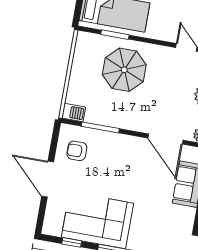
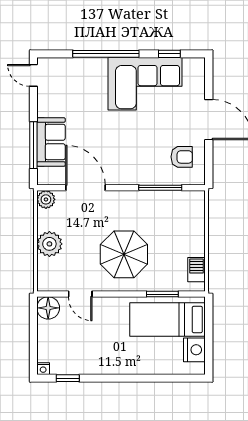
parasol: (124, 70) -> (124, 254), moved
barbecue: (74, 113) -> (197, 270), moved, turned 90

